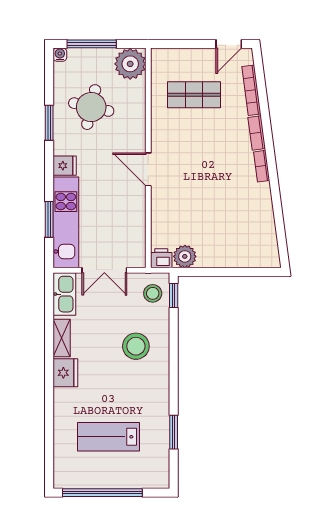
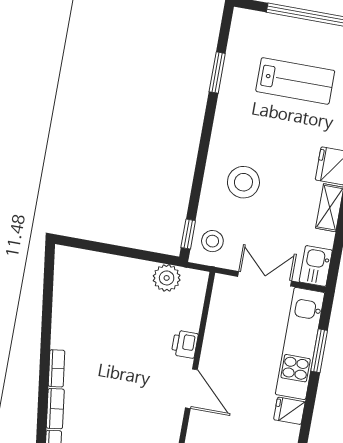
printer: (161, 258) -> (185, 344), moved, turned 90
kitchen sink: (64, 294) -> (316, 266), width x0.73

